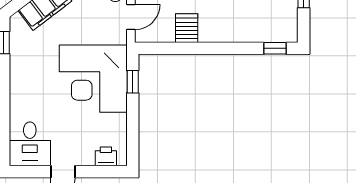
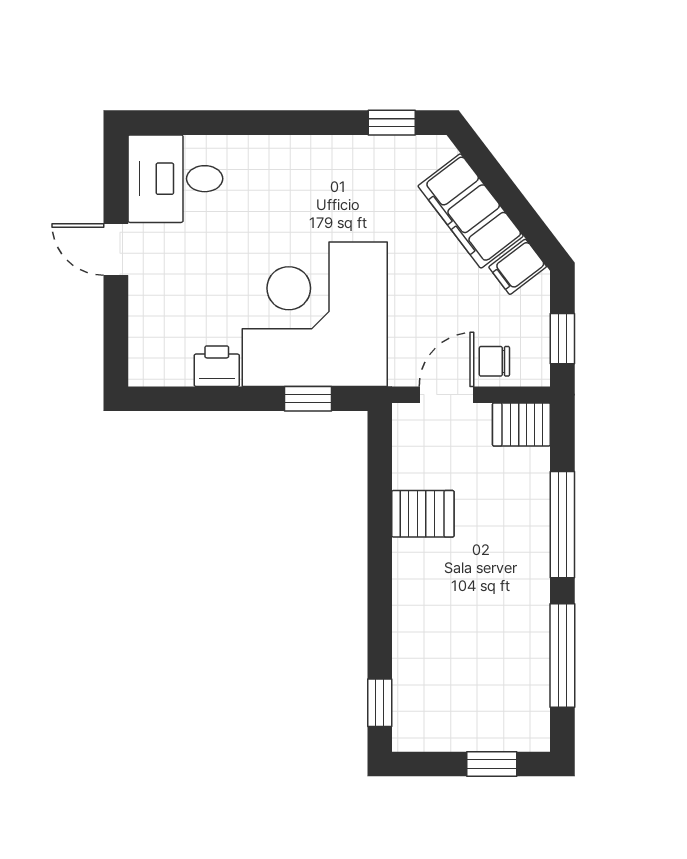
door: (131, 17) -> (447, 395), swing flipped
printer: (106, 156) -> (217, 366), moved, turned -90

